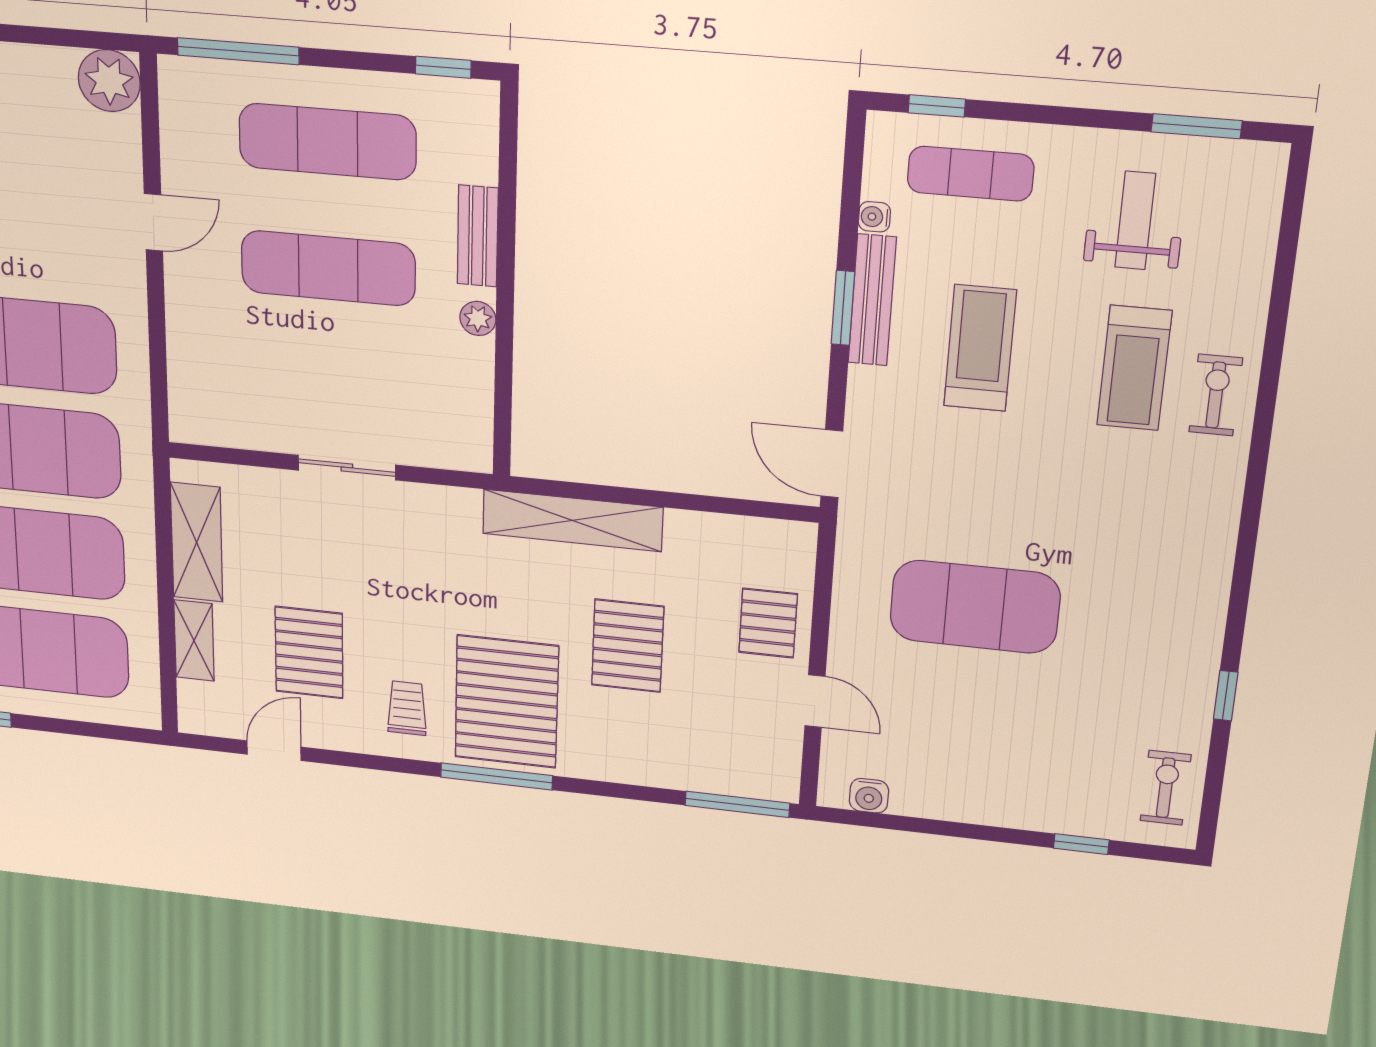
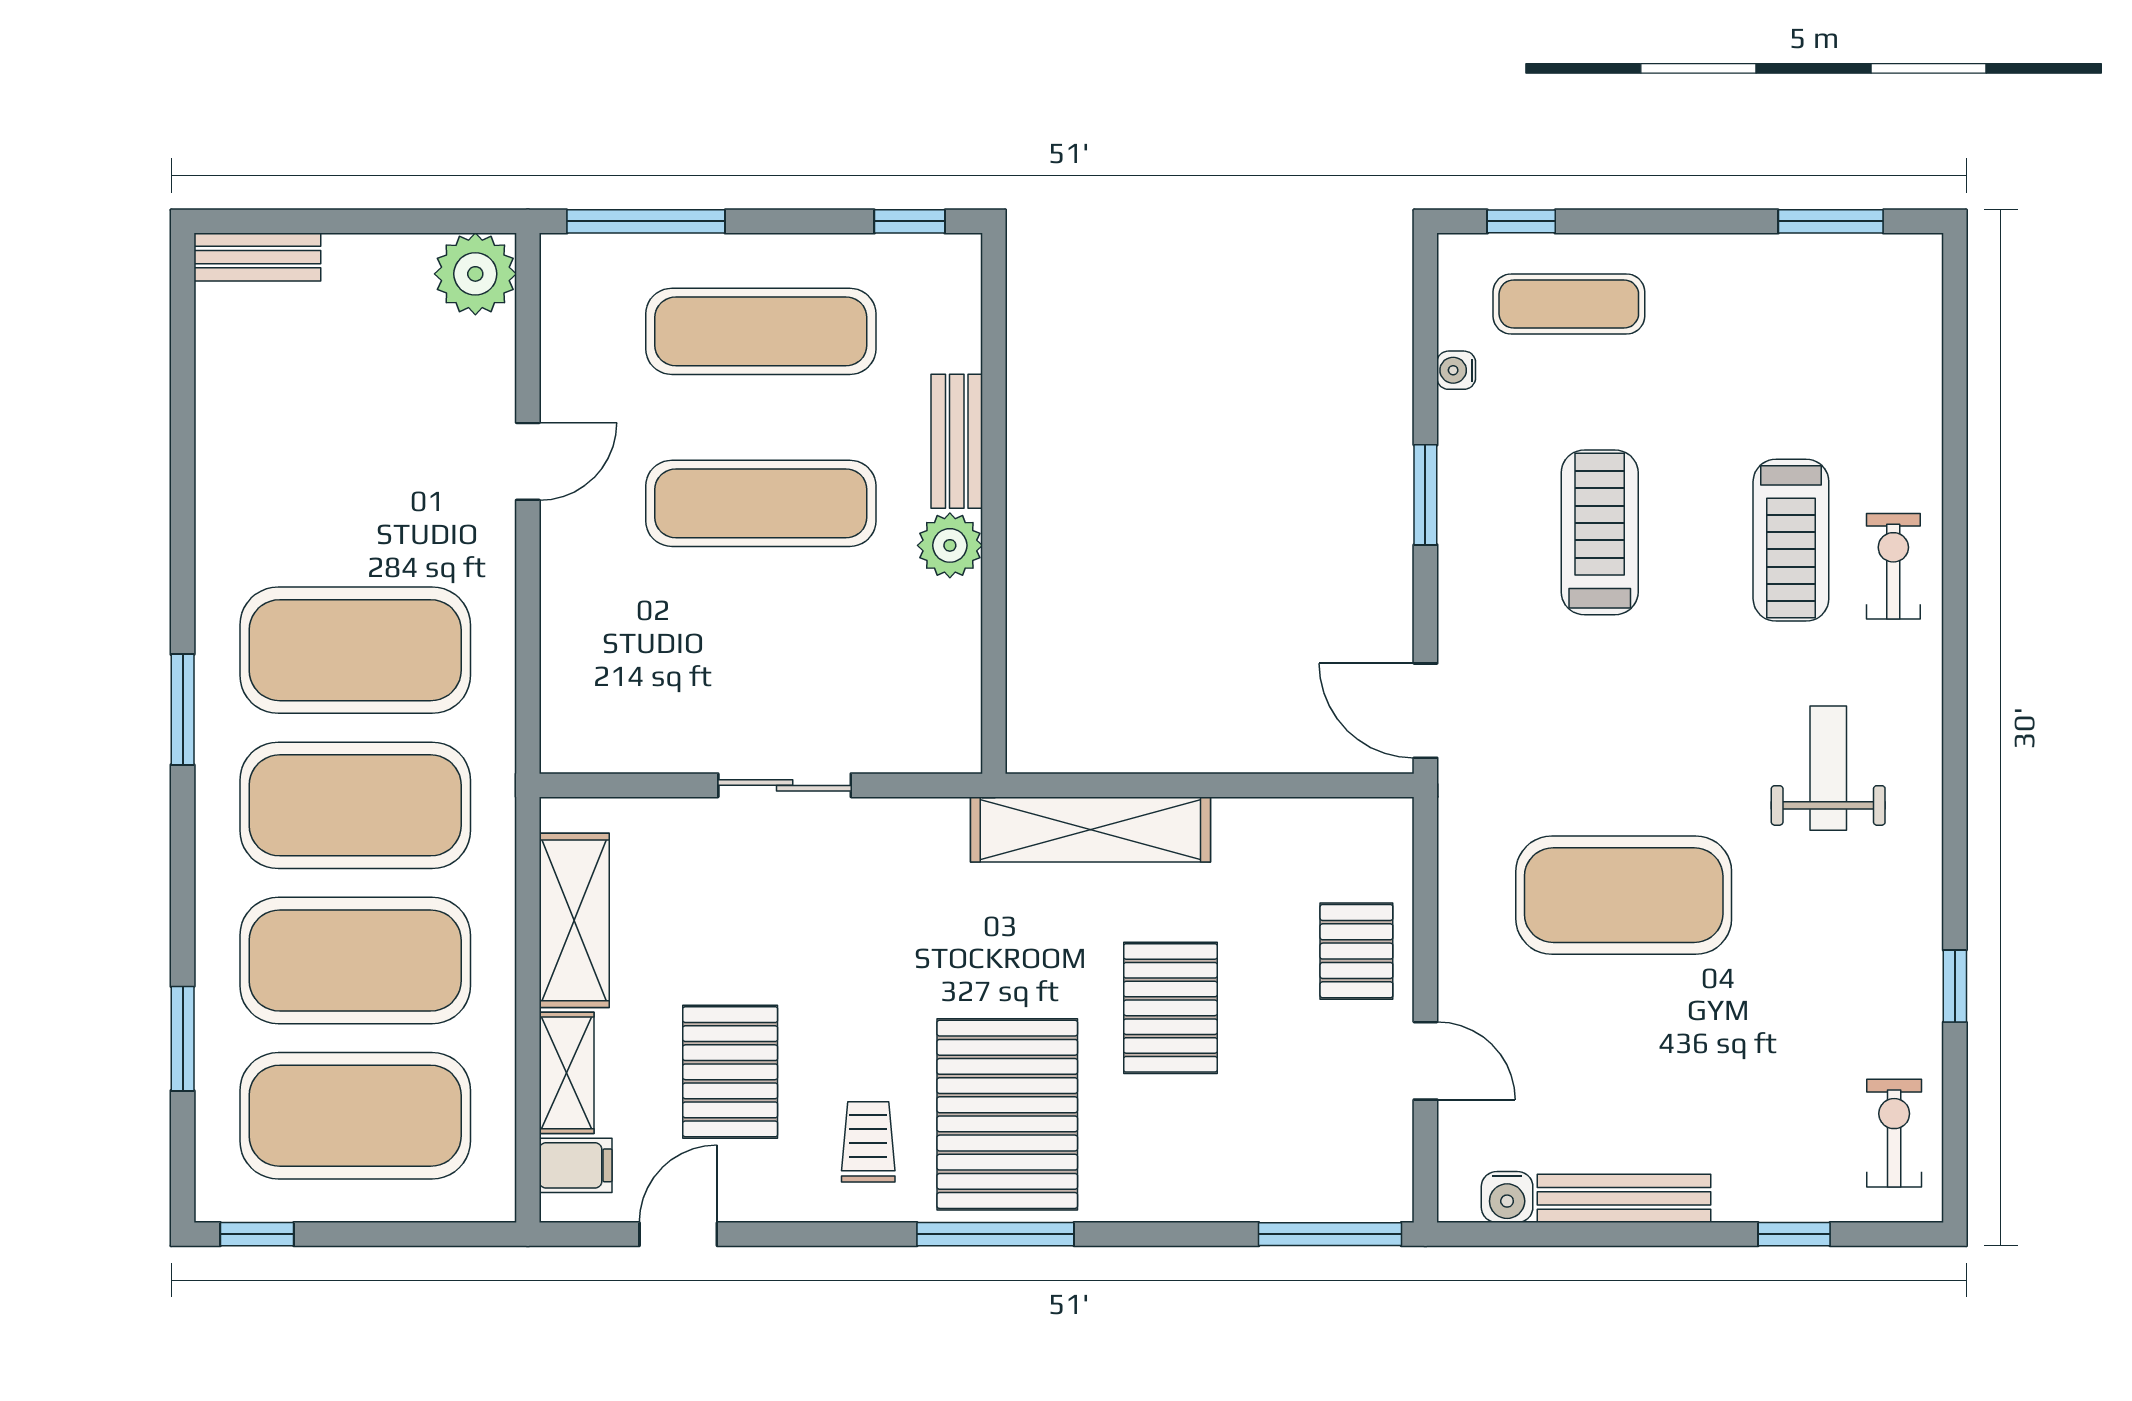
weight bench: (1135, 221) -> (1828, 768), moved
bench: (872, 300) -> (1624, 1198), moved, turned 90
plant: (478, 318) -> (950, 545), width x1.38, depth x1.38
filing cabinet: (202, 700) -> (576, 1165), added

